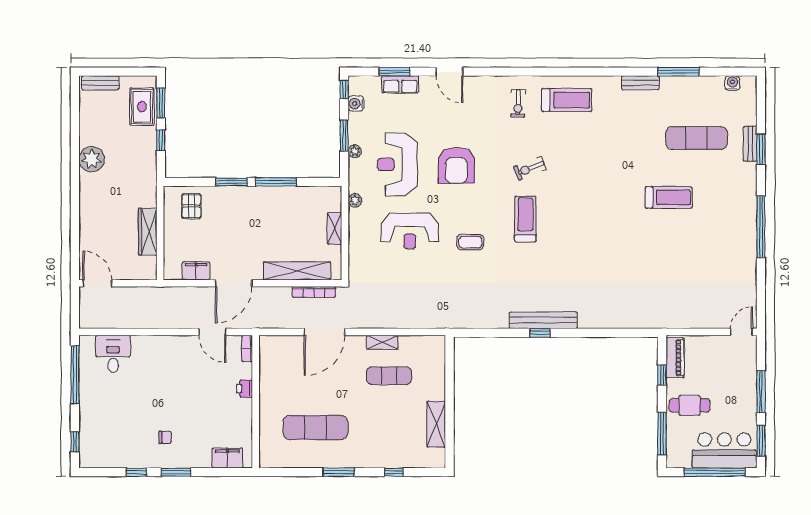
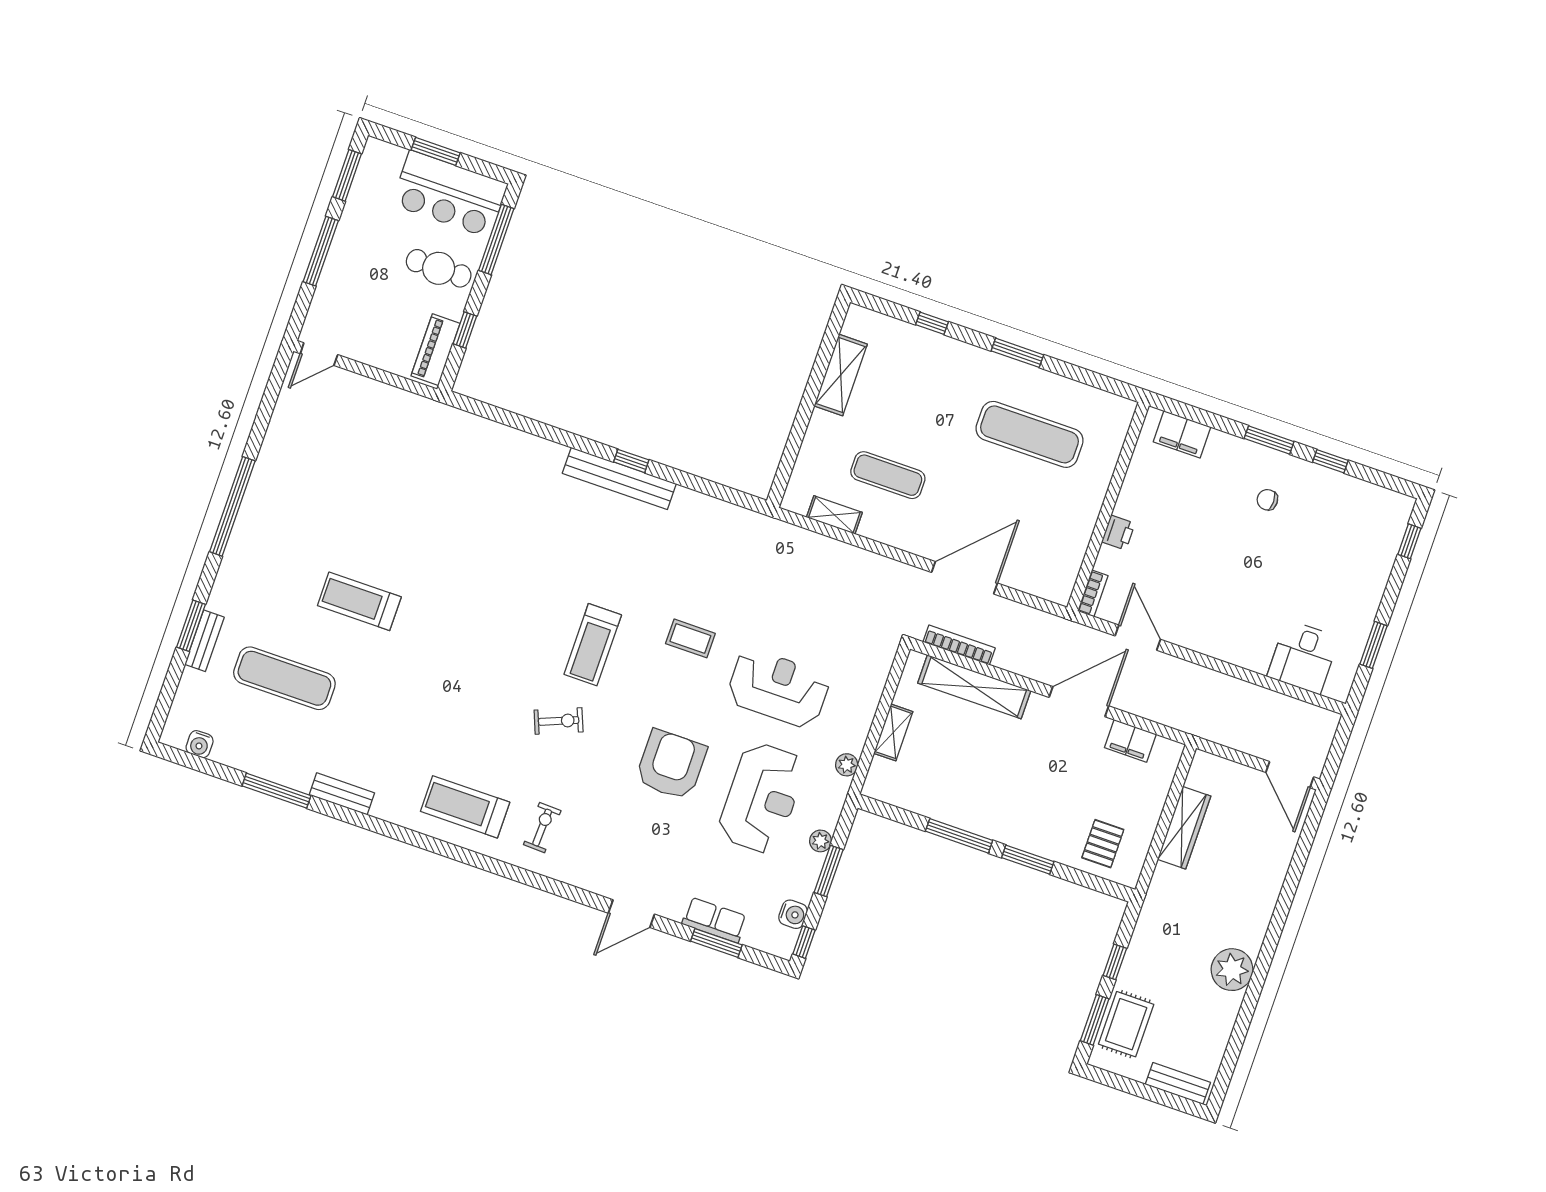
door: (449, 72) -> (631, 914), swing flipped
shelving: (382, 342) -> (834, 515), moved
window: (75, 375) -> (1374, 645), width x0.47
bar counter: (724, 450) -> (450, 194), moved
window: (715, 472) -> (436, 151), width x0.47

